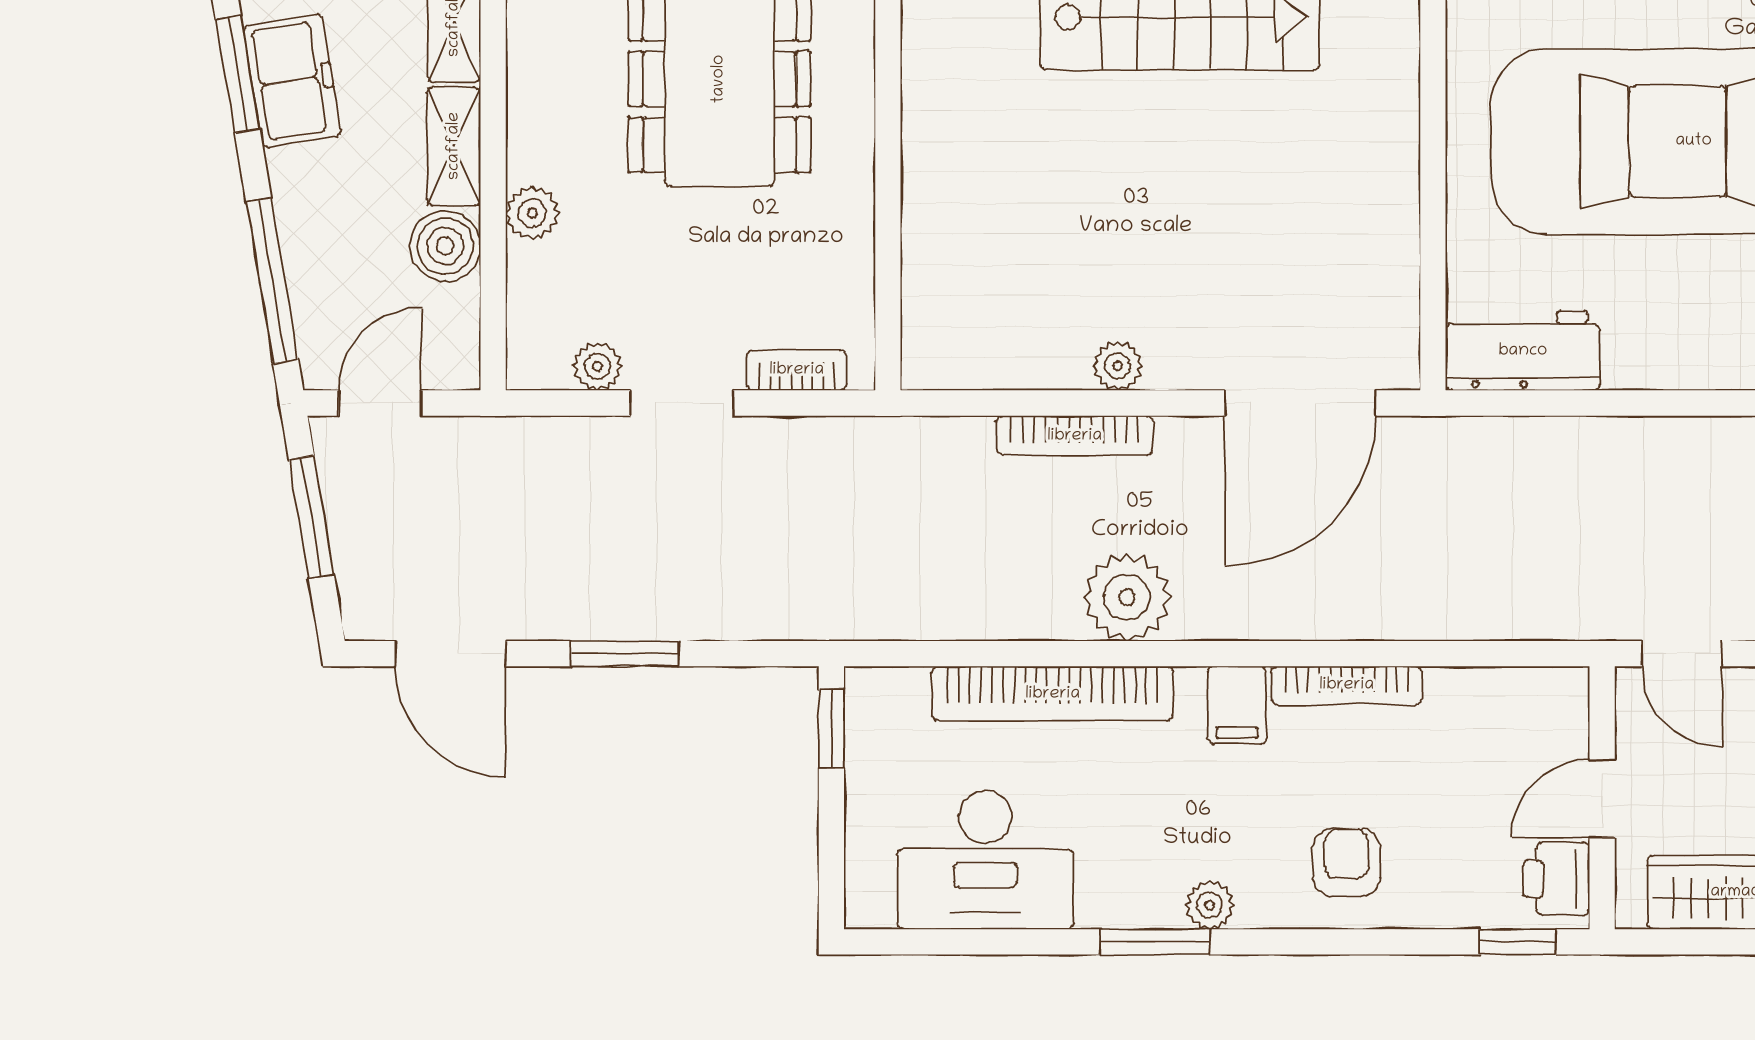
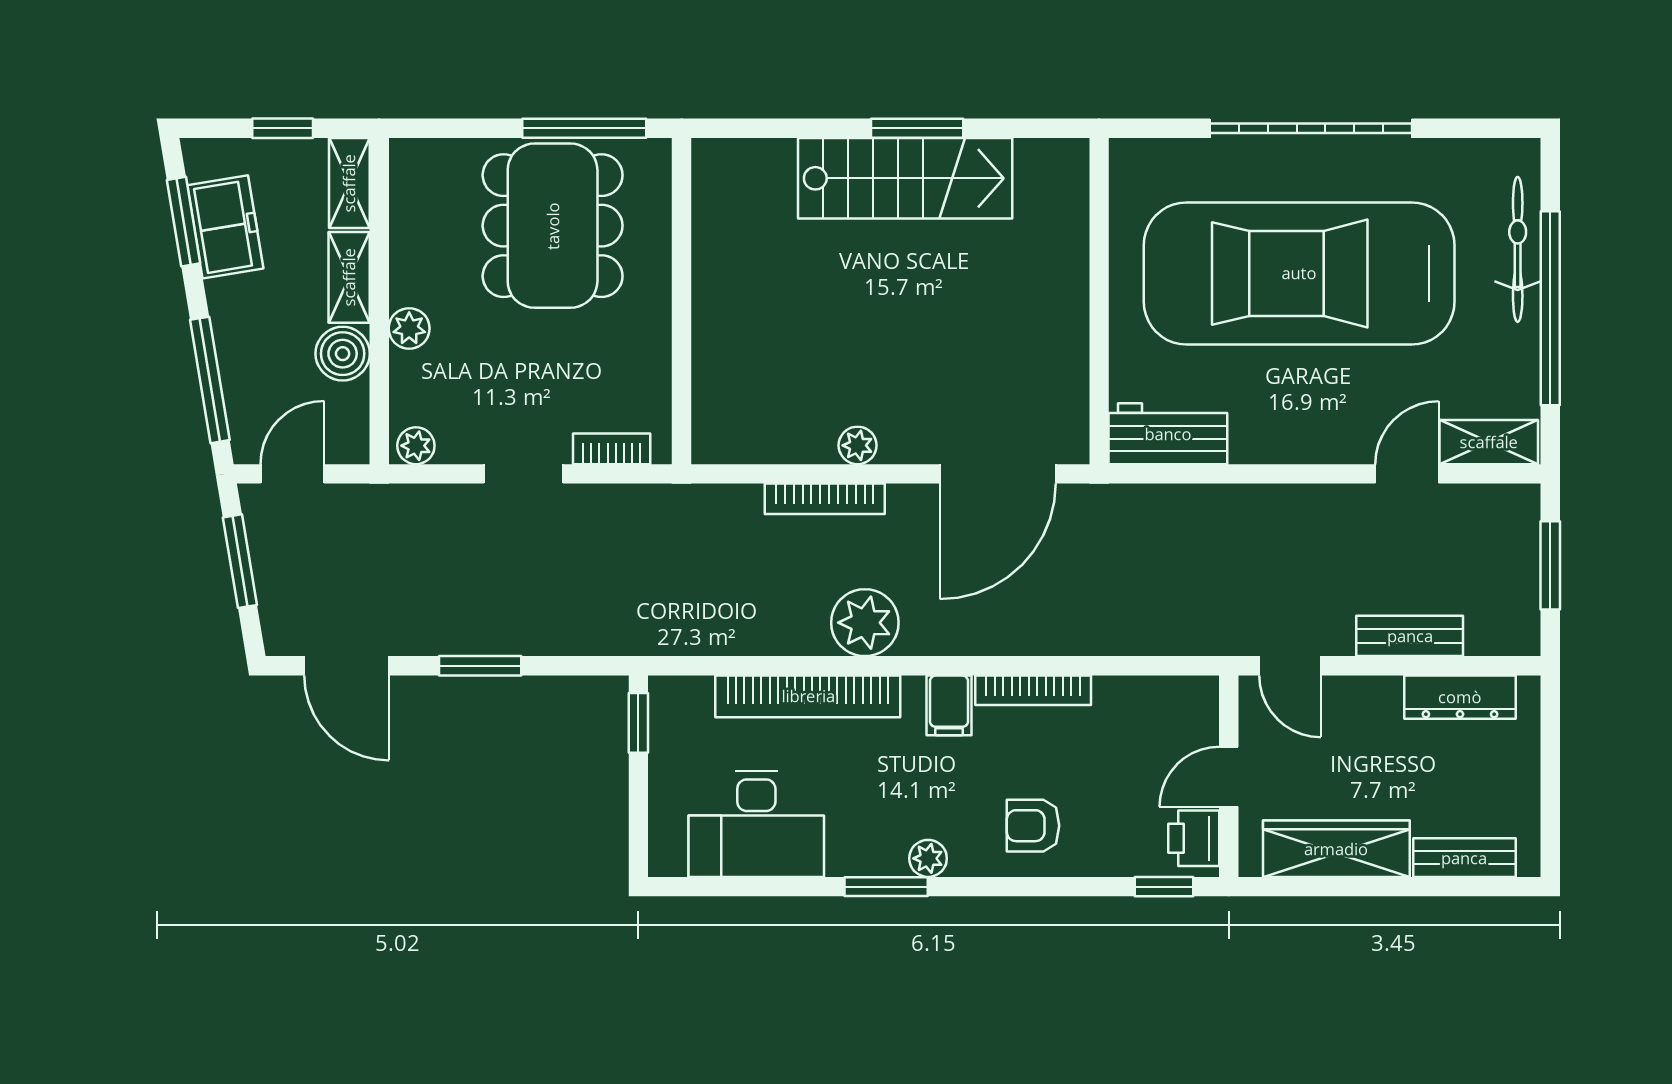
plant: (597, 366) -> (416, 446), moved
armchair: (1347, 862) -> (1033, 826), turned -90

